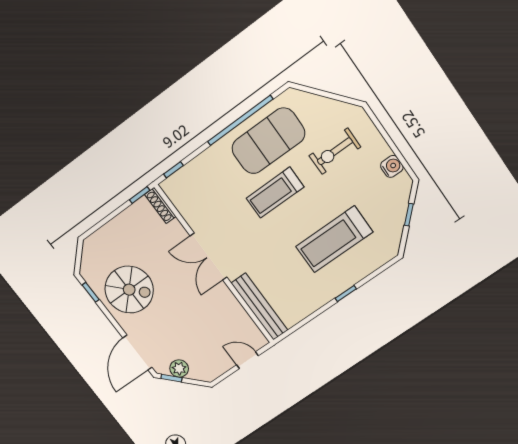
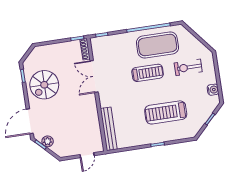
treadmill: (275, 193) -> (148, 73), turned 180
double door: (209, 257) -> (94, 76), moved
spiral stairs: (129, 290) -> (44, 85), turned 90
door: (247, 360) -> (87, 155), swing flipped

